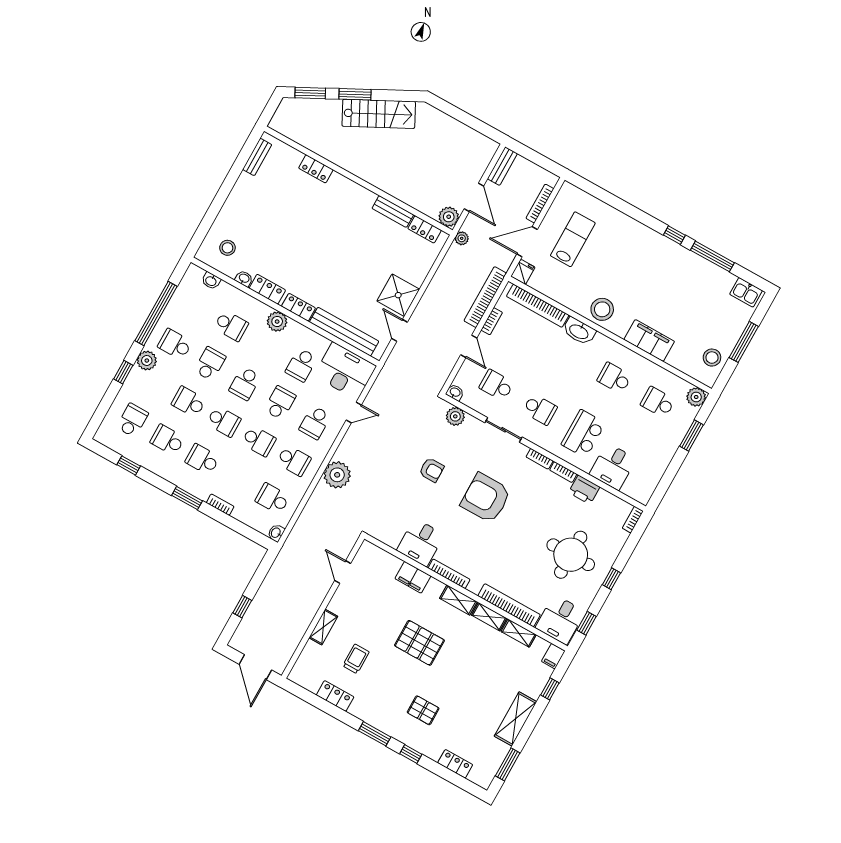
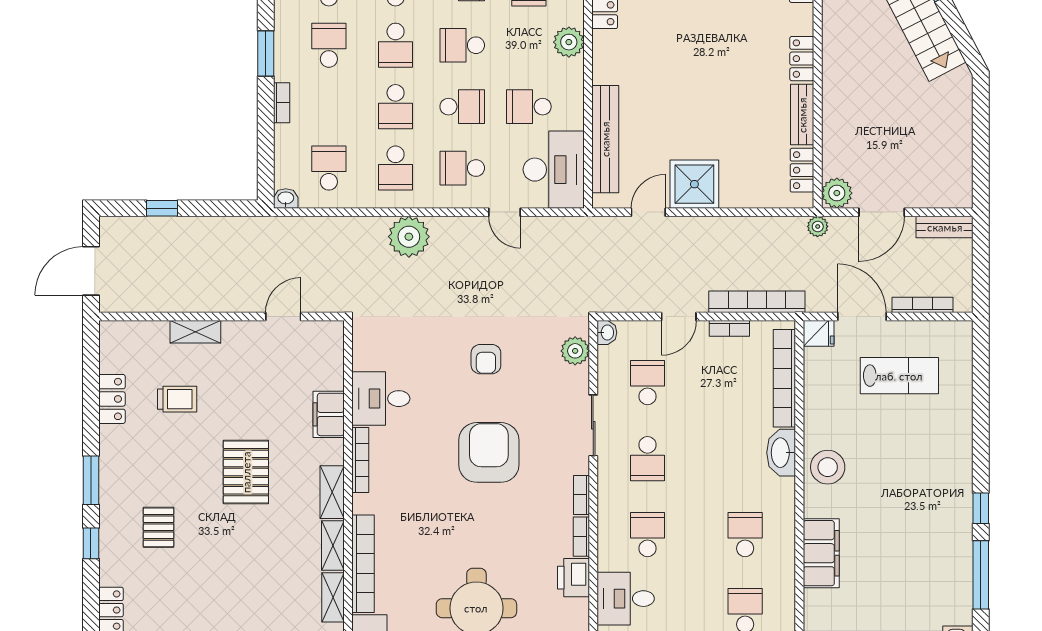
locker: (298, 307) -> (802, 59), moved, turned 180
school desk: (583, 434) -> (648, 535), width x0.54

